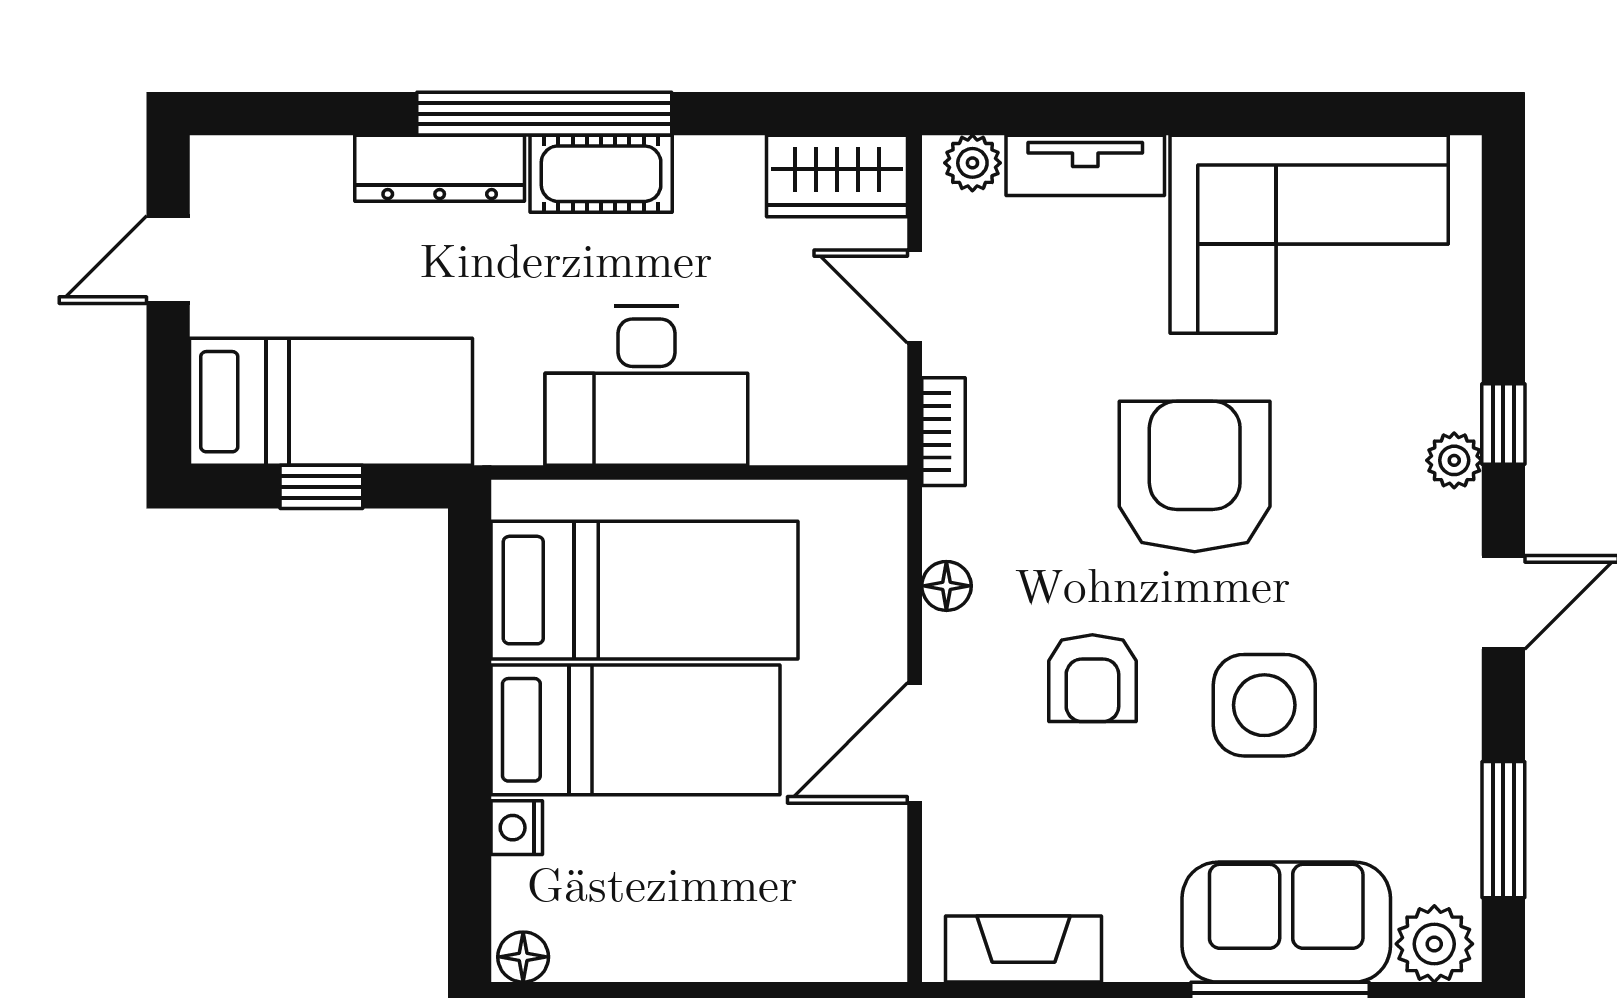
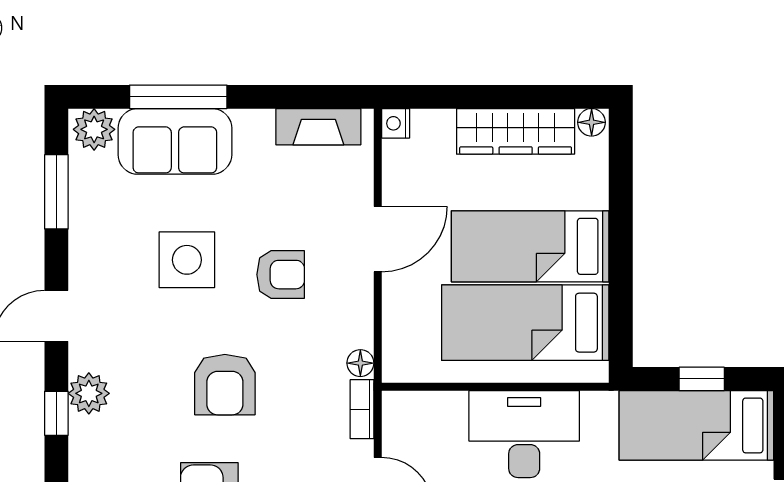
plant: (1454, 460) -> (89, 393), width x1.38, depth x1.38
armchair: (1195, 476) -> (225, 385), width x0.73, depth x0.73
floor lamp: (946, 586) -> (360, 363), moved
armchair: (1092, 678) -> (281, 275), turned 90
nightstand: (517, 828) -> (396, 123), moved, turned 180
wardrobe: (662, 940) -> (516, 131), added

